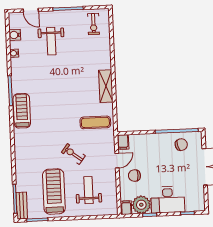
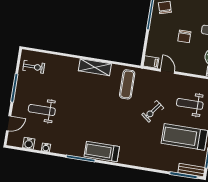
weight bench: (51, 41) -> (42, 110), turned 180
chair: (134, 176) -> (184, 36), moved

